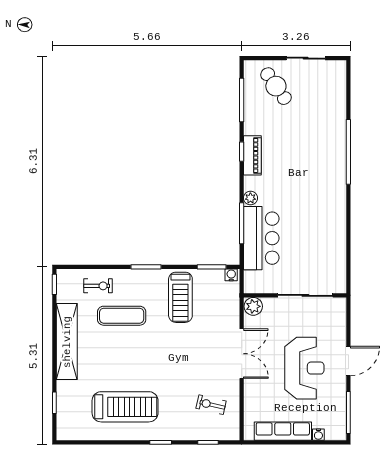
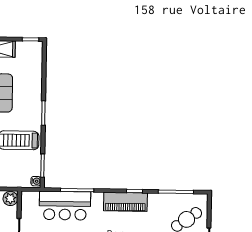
piano: (252, 155) -> (125, 202), width x1.37, depth x1.33
plant: (250, 198) -> (97, 198), removed
exercise bike: (98, 286) -> (29, 74), removed

